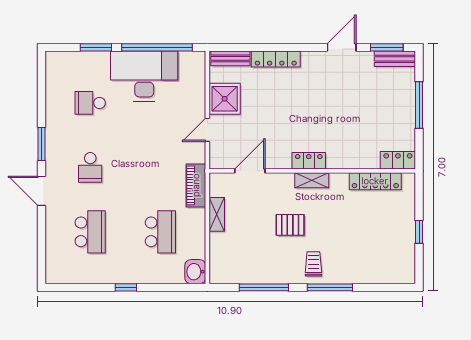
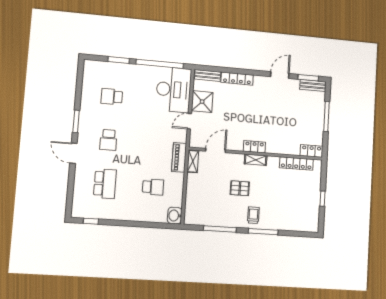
desk: (144, 76) -> (174, 90), moved, turned 90
shelving: (217, 214) -> (193, 161), moved
school desk: (160, 232) -> (153, 187), width x0.54
window: (126, 287) -> (91, 221), moved

